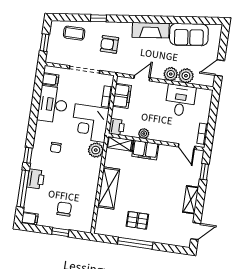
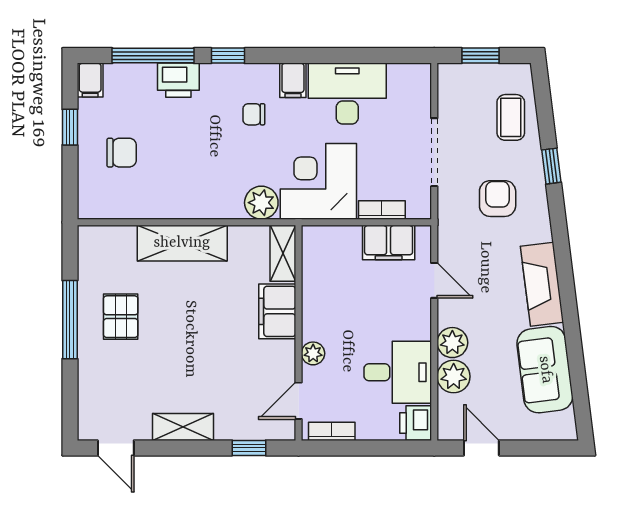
filing cabinet: (50, 79) -> (293, 80), moved
printer: (117, 127) -> (416, 423), moved, turned 90
plant: (144, 134) -> (313, 353), moved
window: (60, 232) -> (70, 127), moved

